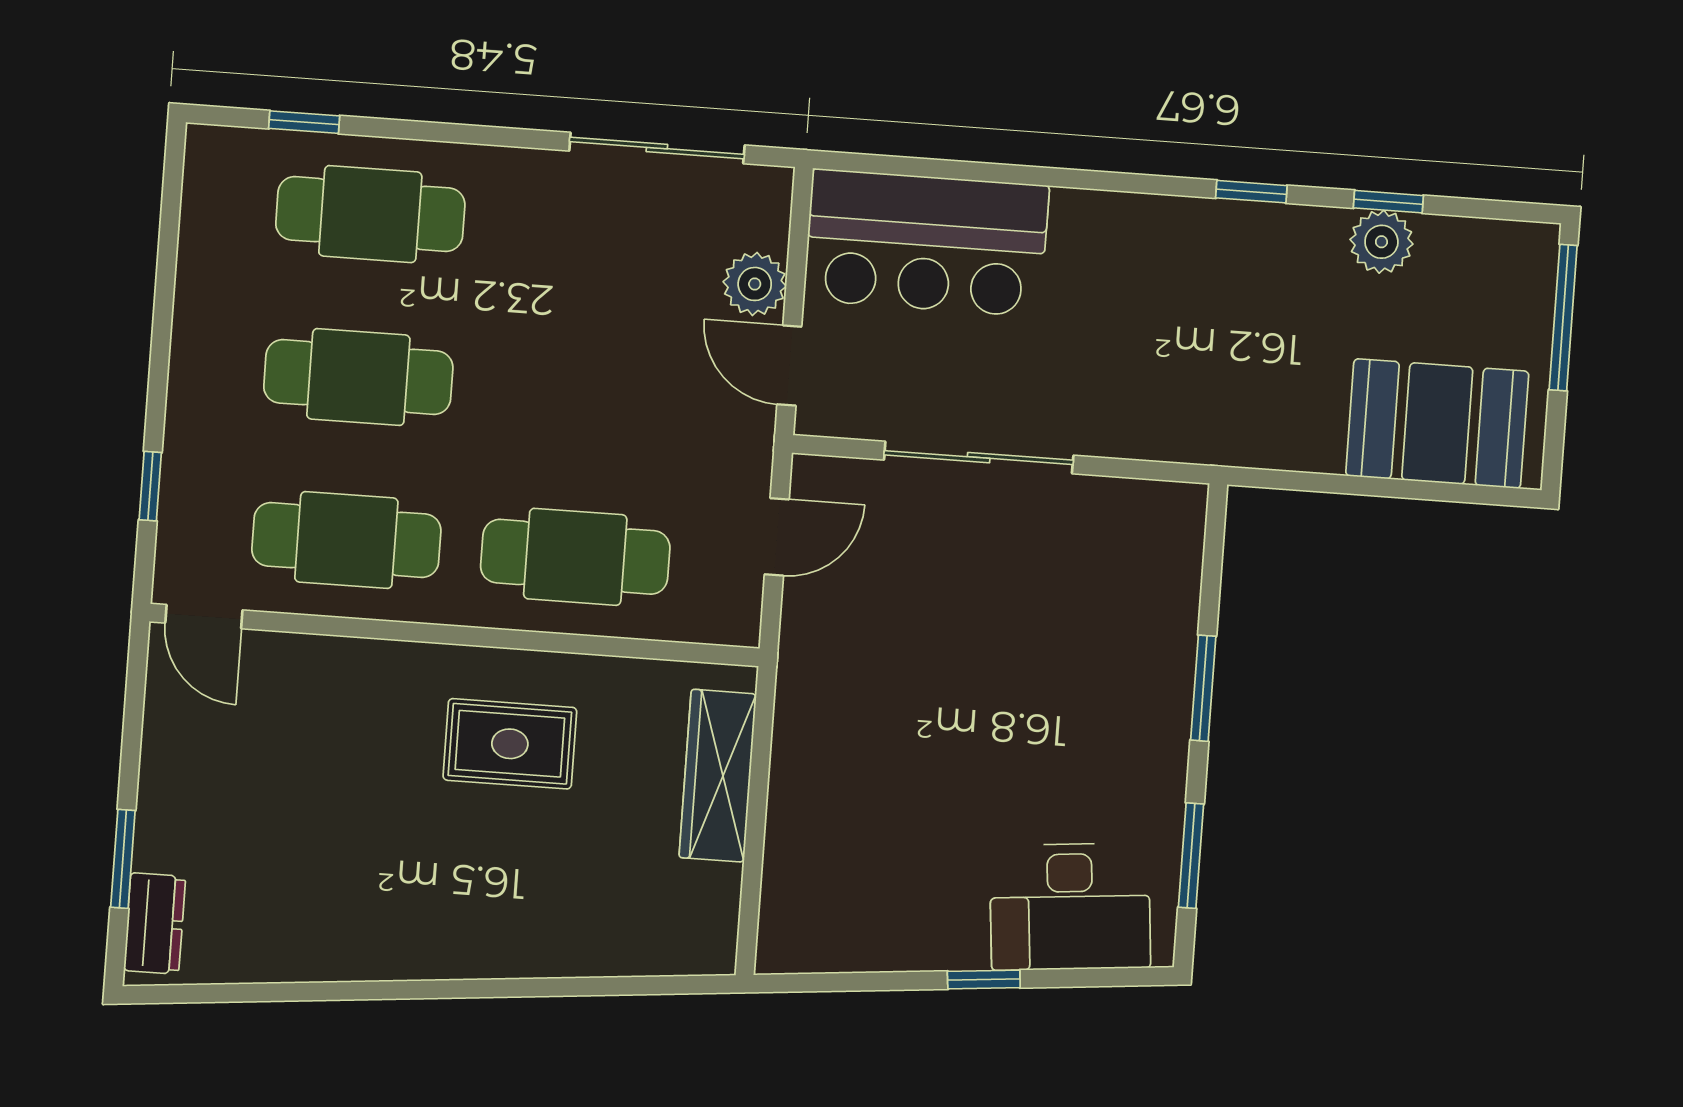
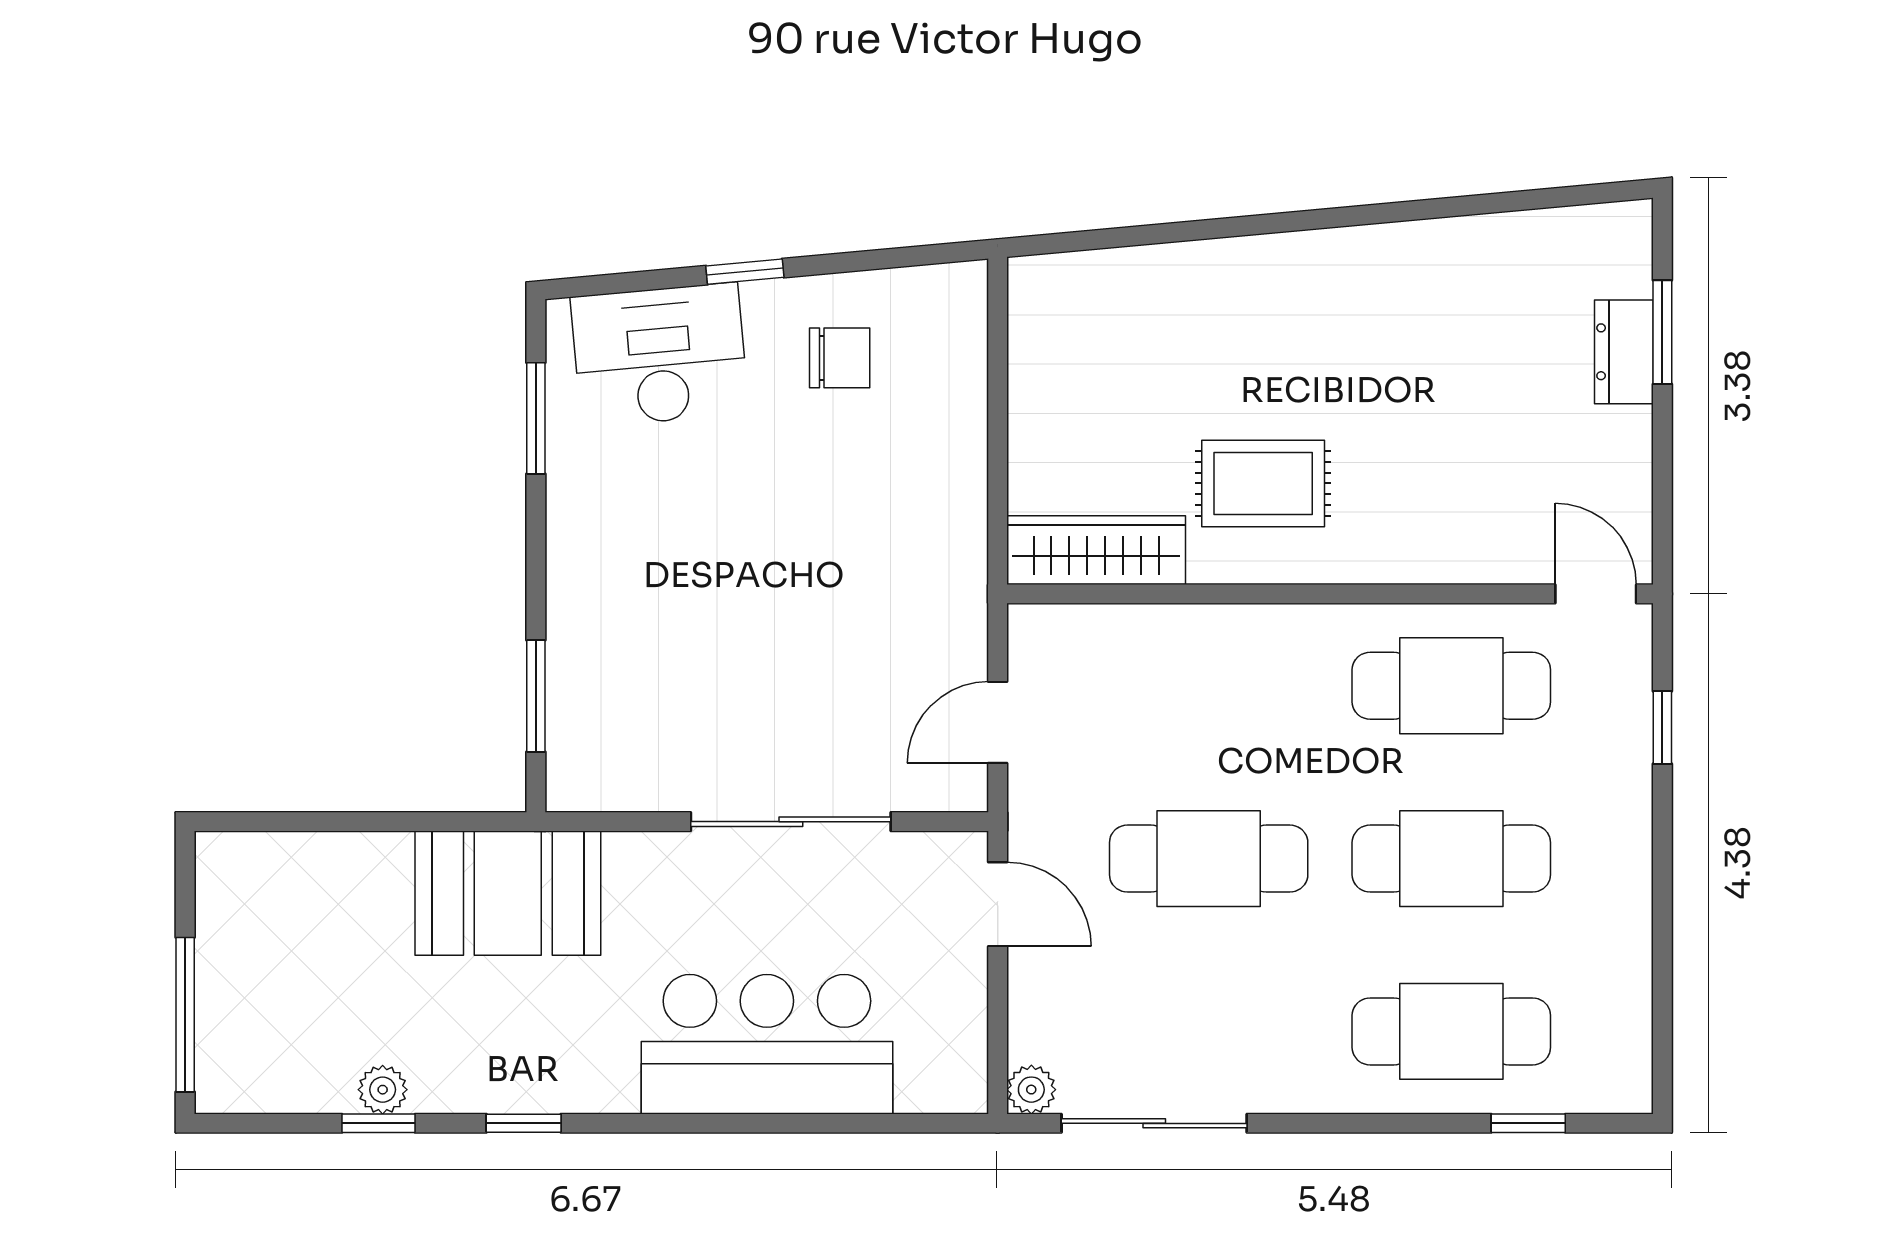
plant: (1381, 242) -> (383, 1090), width x0.73, depth x0.73
bar counter: (926, 243) -> (767, 1044), moved
plant: (755, 284) -> (1031, 1090), moved, width x0.73, depth x0.73
booth: (1437, 424) -> (508, 893), moved
cafe table: (575, 557) -> (1209, 859), moved
window: (1203, 688) -> (536, 696), moved
wardrobe: (718, 776) -> (1096, 550), moved, turned -90
chair: (900, 891) -> (840, 358), added
dresser: (155, 923) -> (1624, 352), moved

